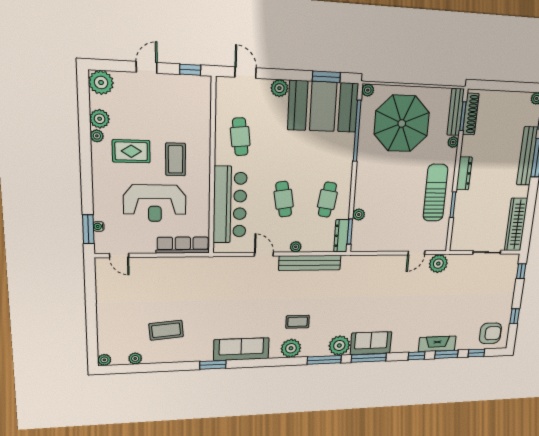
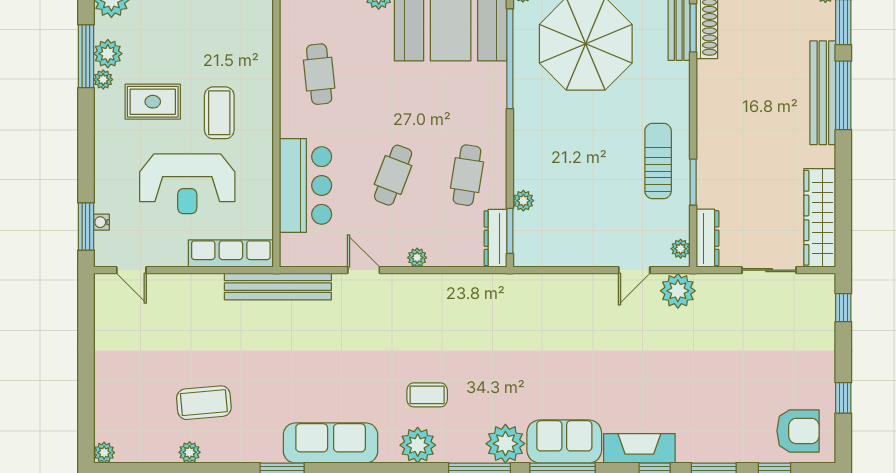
window: (84, 120) -> (86, 56), added
plant: (453, 142) -> (681, 249), moved
dresser: (464, 173) -> (707, 238), moved
sun lounger: (435, 193) -> (658, 161), width x0.73, depth x0.75
cafe table: (284, 199) -> (393, 175), turned 30
bar counter: (230, 205) -> (305, 185), width x0.73
bench: (310, 263) -> (278, 287), moved
fireplace: (437, 344) -> (639, 448), moved
plant: (135, 358) -> (190, 452), moved

